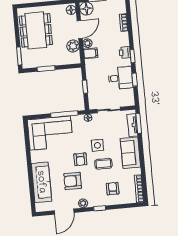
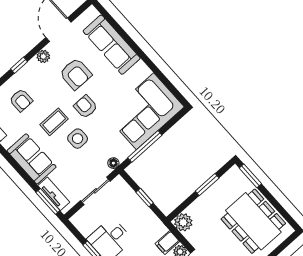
plant: (73, 46) -> (183, 222), moved
armchair: (73, 181) -> (76, 74), turned 90

